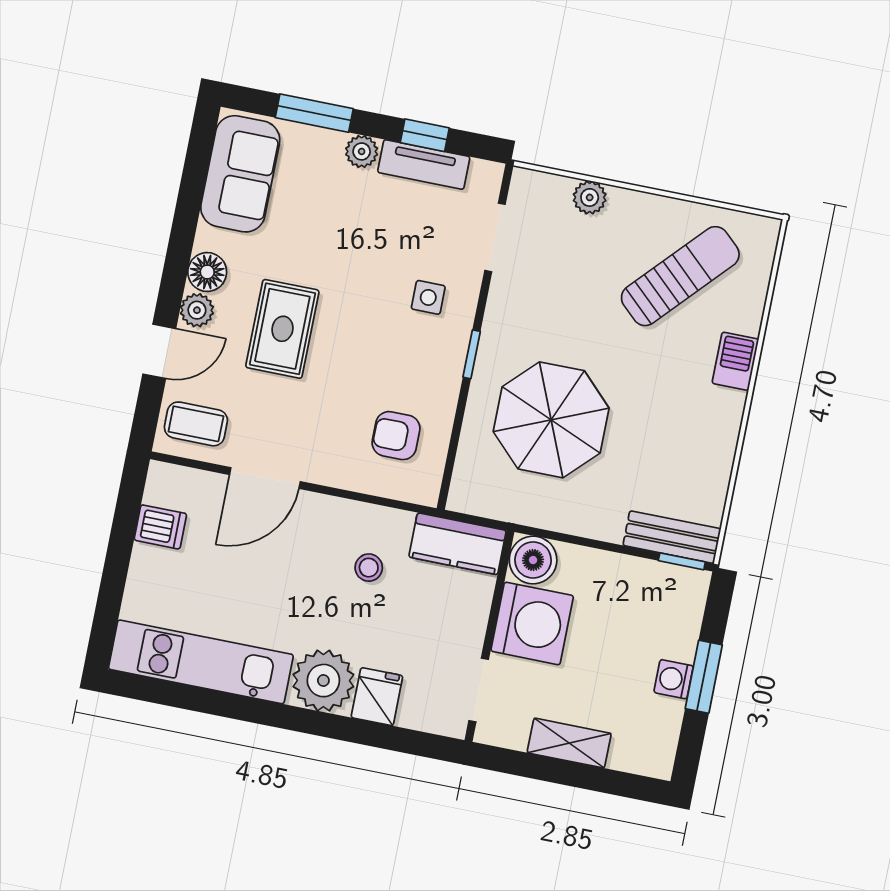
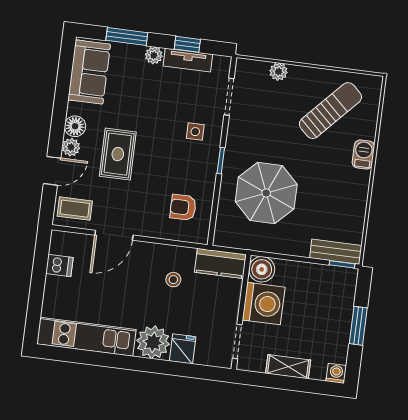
washing machine: (674, 679) -> (336, 373), moved, turned 90

